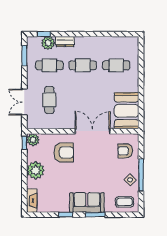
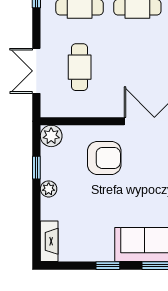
window: (24, 143) -> (36, 168), moved
plant: (36, 170) -> (49, 189), width x0.53, depth x0.53

